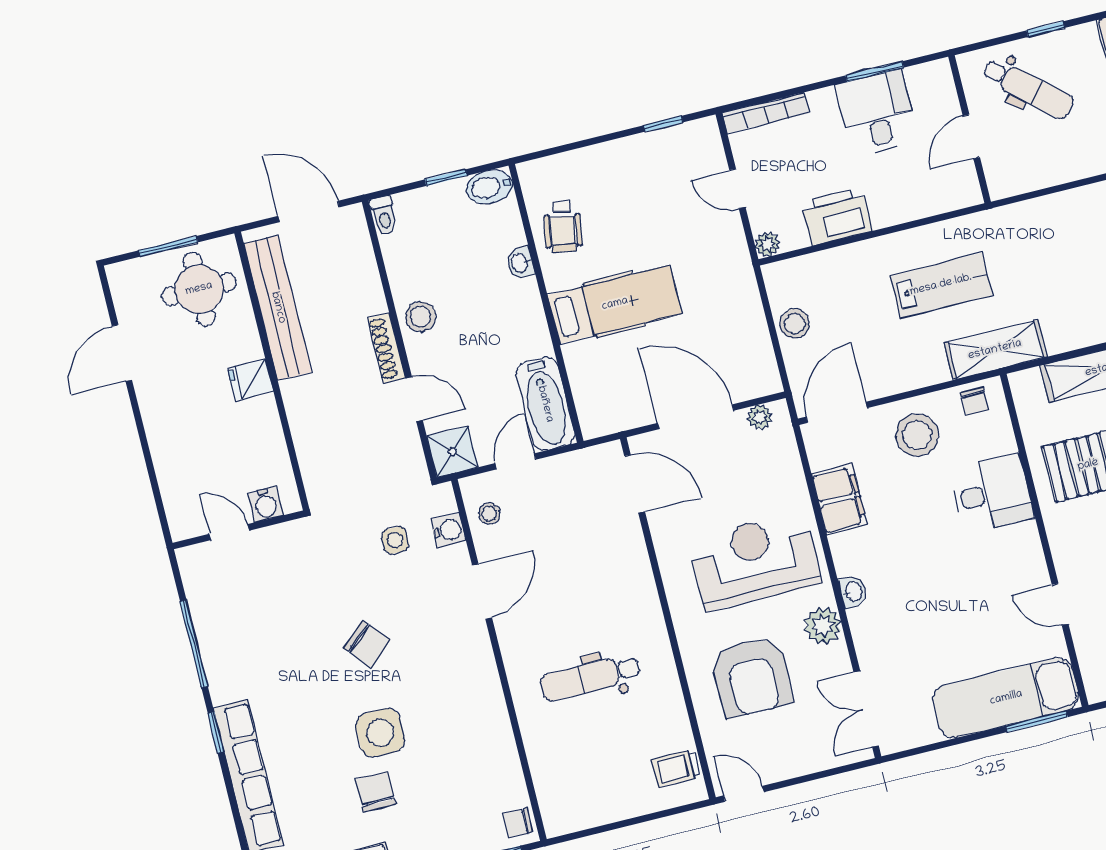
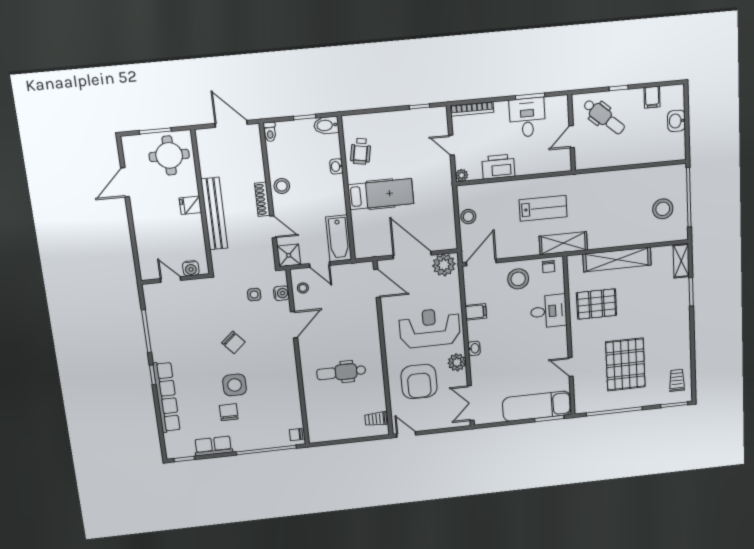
bench: (278, 308) -> (214, 214), moved
plant: (760, 417) -> (444, 265), width x1.87, depth x1.87
door: (515, 461) -> (320, 264), swing flipped
filing cabinet: (839, 500) -> (476, 312), width x0.50

